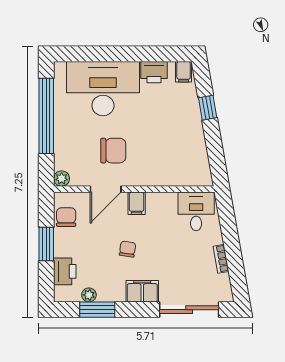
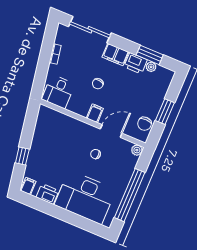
chair: (113, 151) -> (96, 154), width x0.54, depth x0.54
chair: (128, 249) -> (98, 84), moved
printer: (65, 271) -> (136, 63), moved, turned -90

